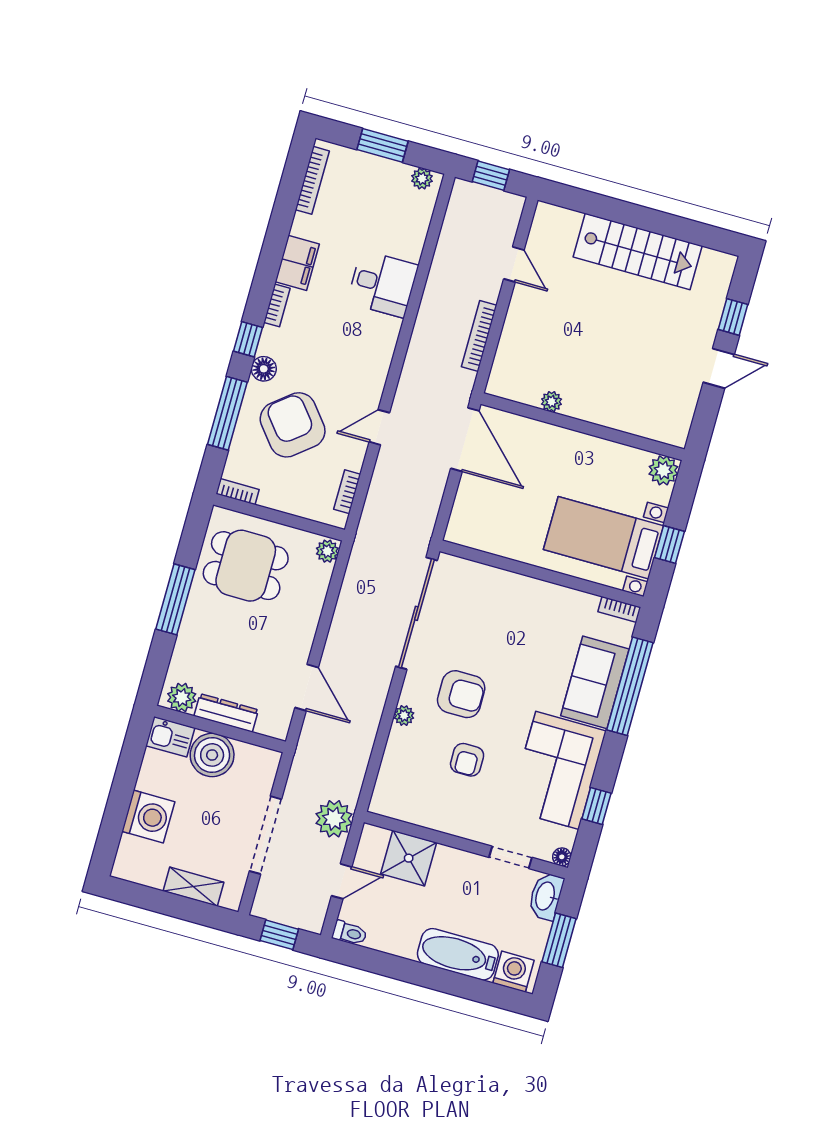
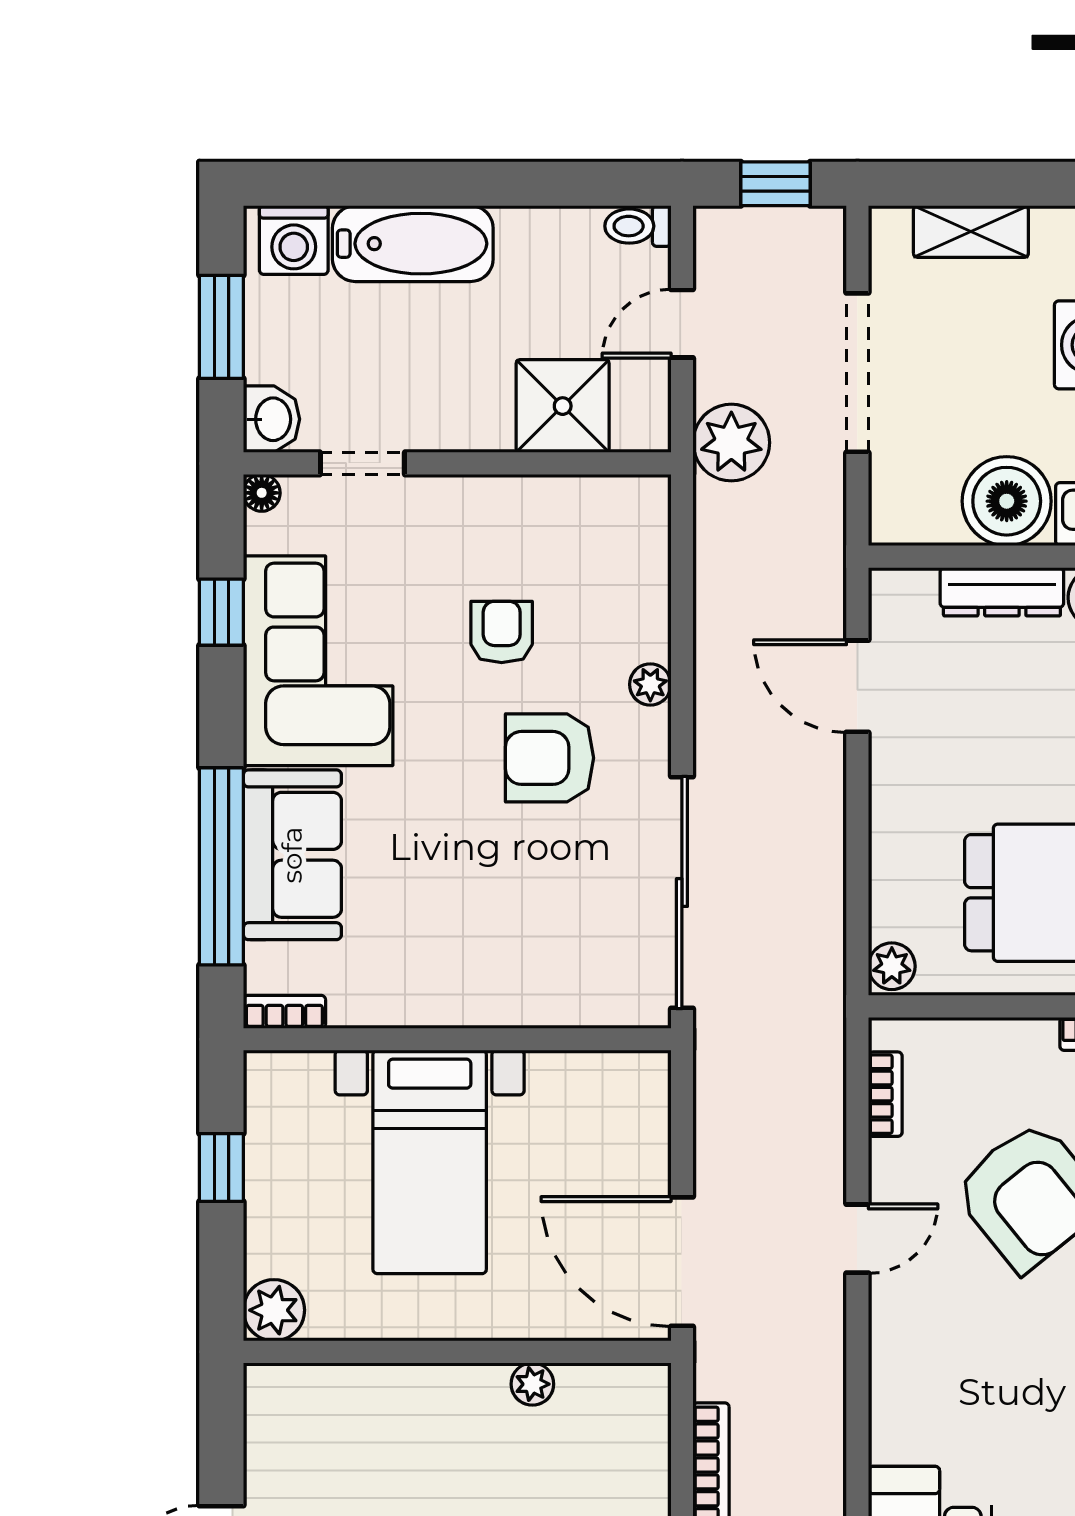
bed with nightstands: (604, 538) -> (430, 1162), moved, turned 90
washbasin: (546, 896) -> (271, 419), width x0.72

